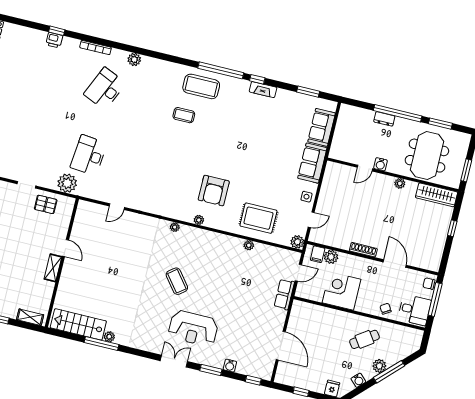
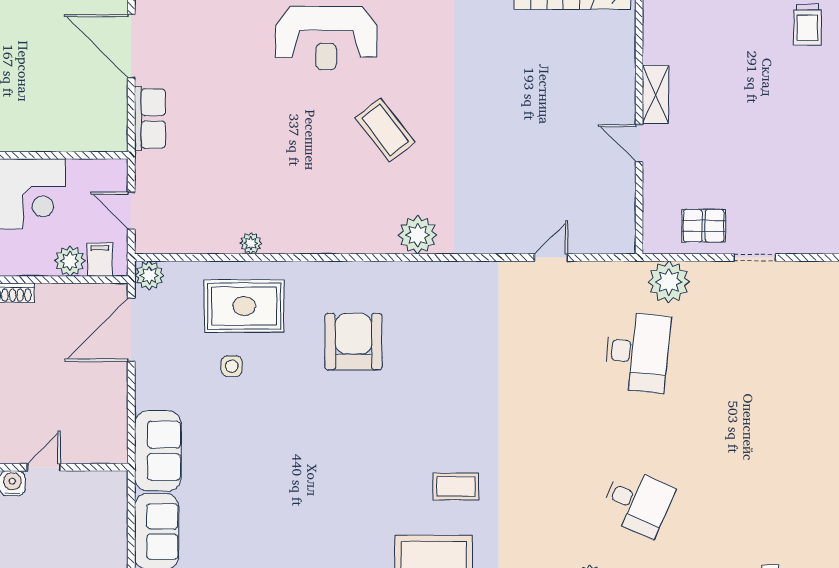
desk: (105, 89) -> (637, 502), width x0.73
side table: (306, 197) -> (232, 366), moved
plant: (199, 220) -> (370, 272), removed
door: (311, 220) -> (131, 330), width x1.87
plant: (175, 227) -> (418, 235), width x1.87, depth x1.87
door: (298, 273) -> (131, 211), hinge flipped
row of seats: (284, 294) -> (150, 118), moved
reception desk: (193, 328) -> (326, 38), turned 180

